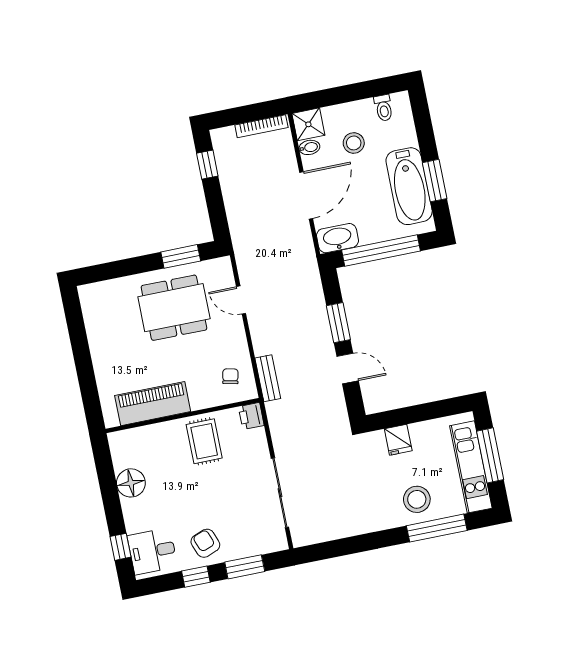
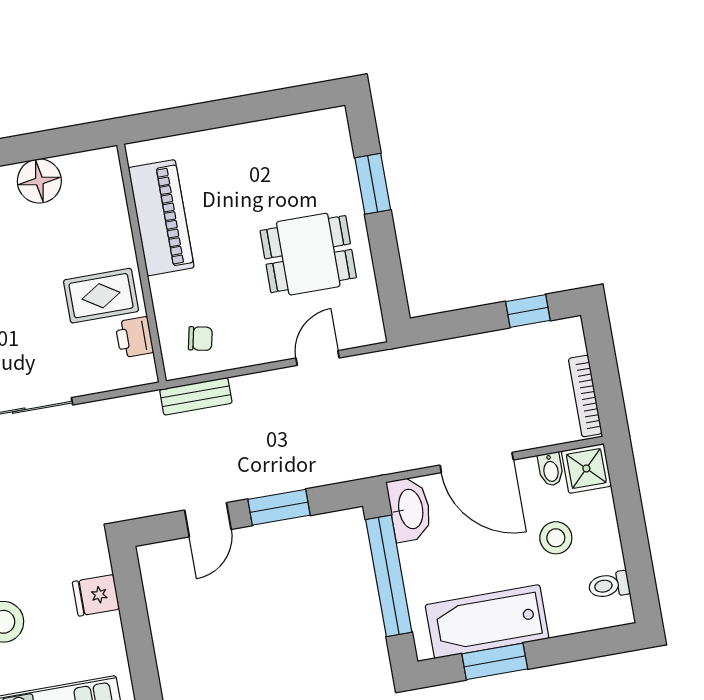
window: (181, 256) -> (373, 184), moved
dining table: (174, 308) -> (308, 254), width x0.73
printer: (251, 416) -> (134, 337), moved, turned -90

